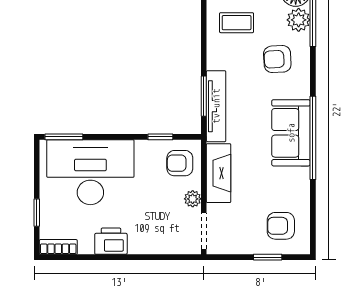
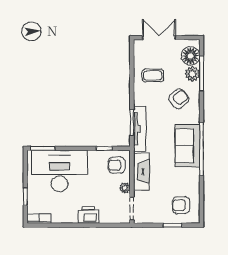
armchair: (277, 59) -> (179, 99), turned 143
printer: (111, 241) -> (88, 215), moved

